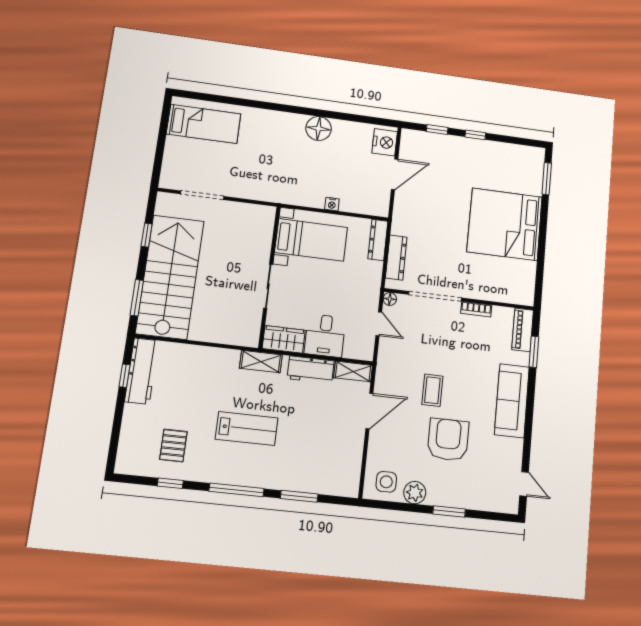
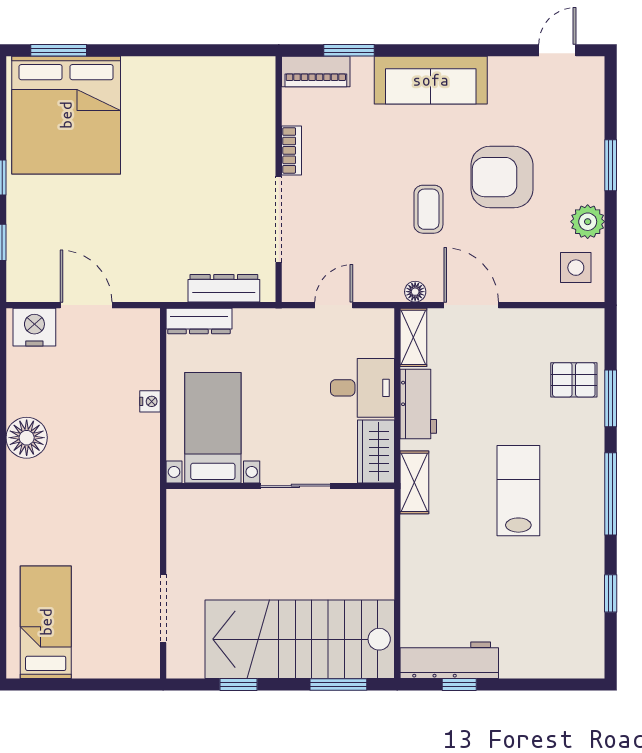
bed: (505, 224) -> (66, 115), moved
floor lamp: (390, 299) -> (415, 292), moved
coffee table: (432, 390) -> (428, 209), turned 90
pallet: (173, 446) -> (574, 380), moved

